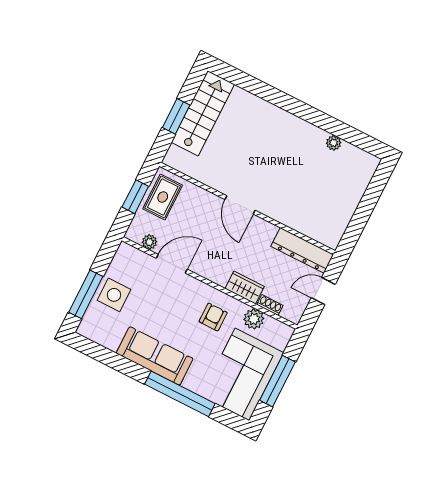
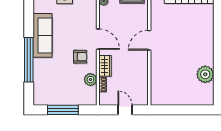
plant: (334, 143) -> (205, 74), width x1.87, depth x1.87
dresser: (302, 250) -> (142, 87), removed
door: (172, 264) -> (98, 39), moved
corner sofa: (242, 374) -> (57, 89), removed

